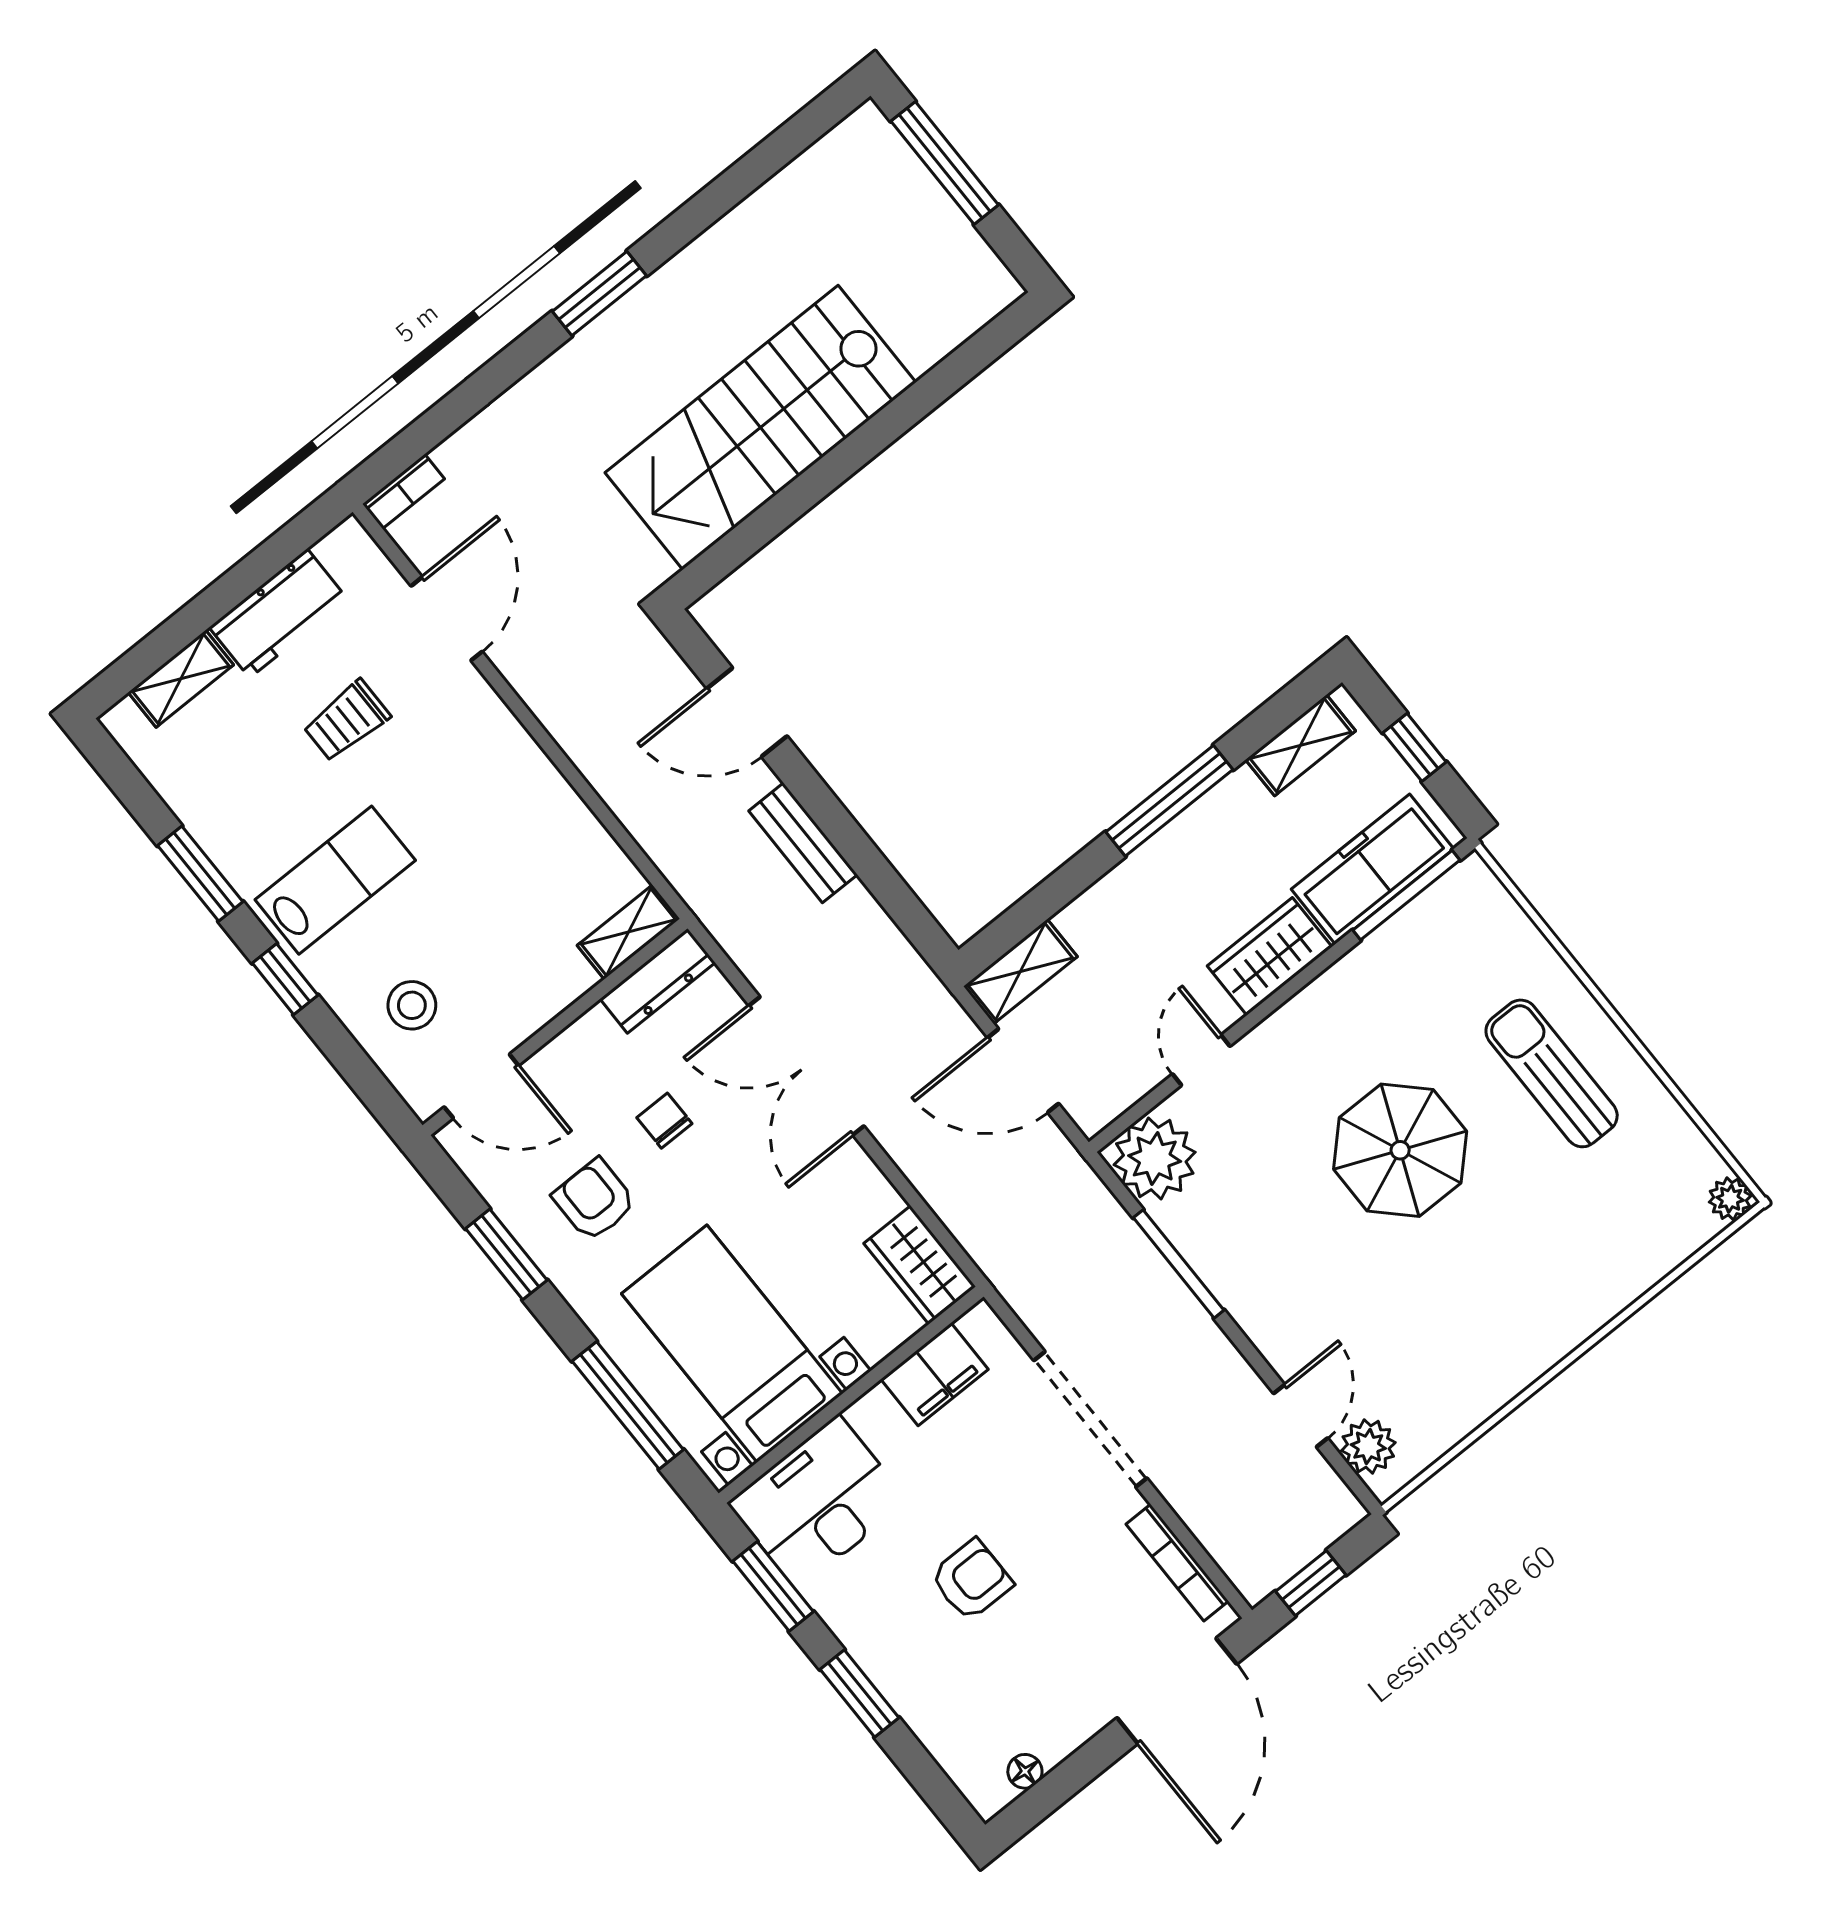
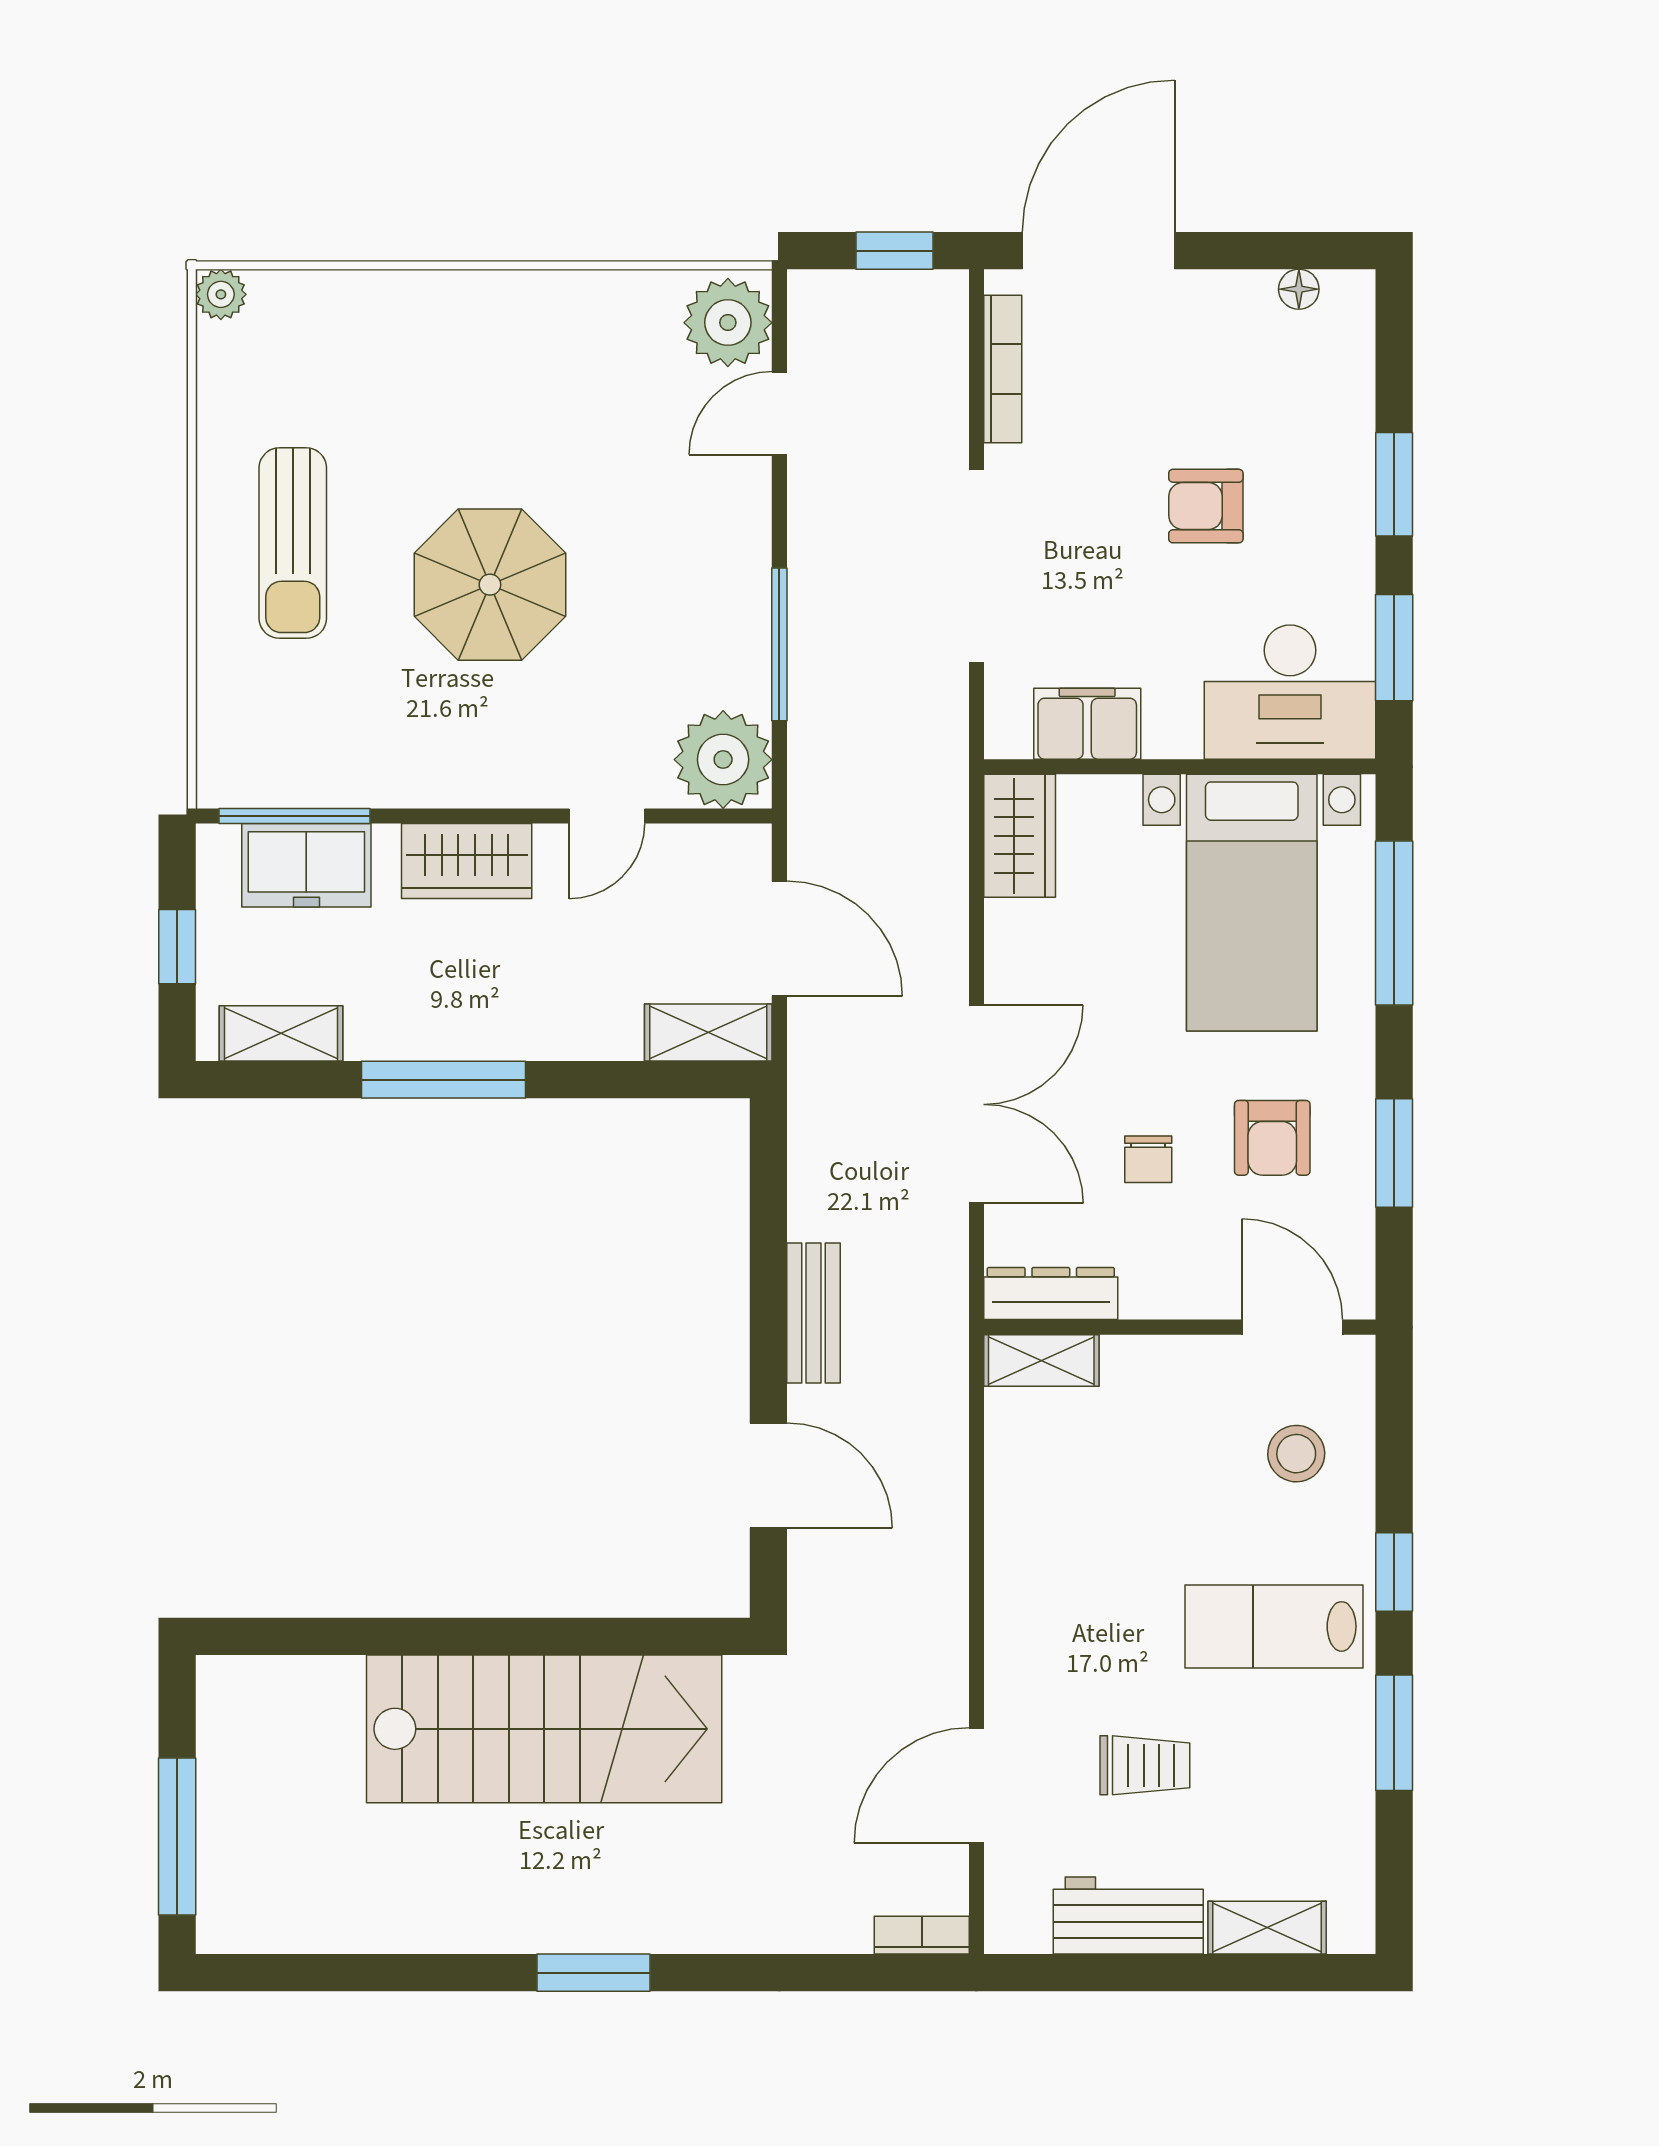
freezer: (1372, 869) -> (306, 865), width x0.71
plant: (1368, 1446) -> (728, 323), width x1.36, depth x1.36

